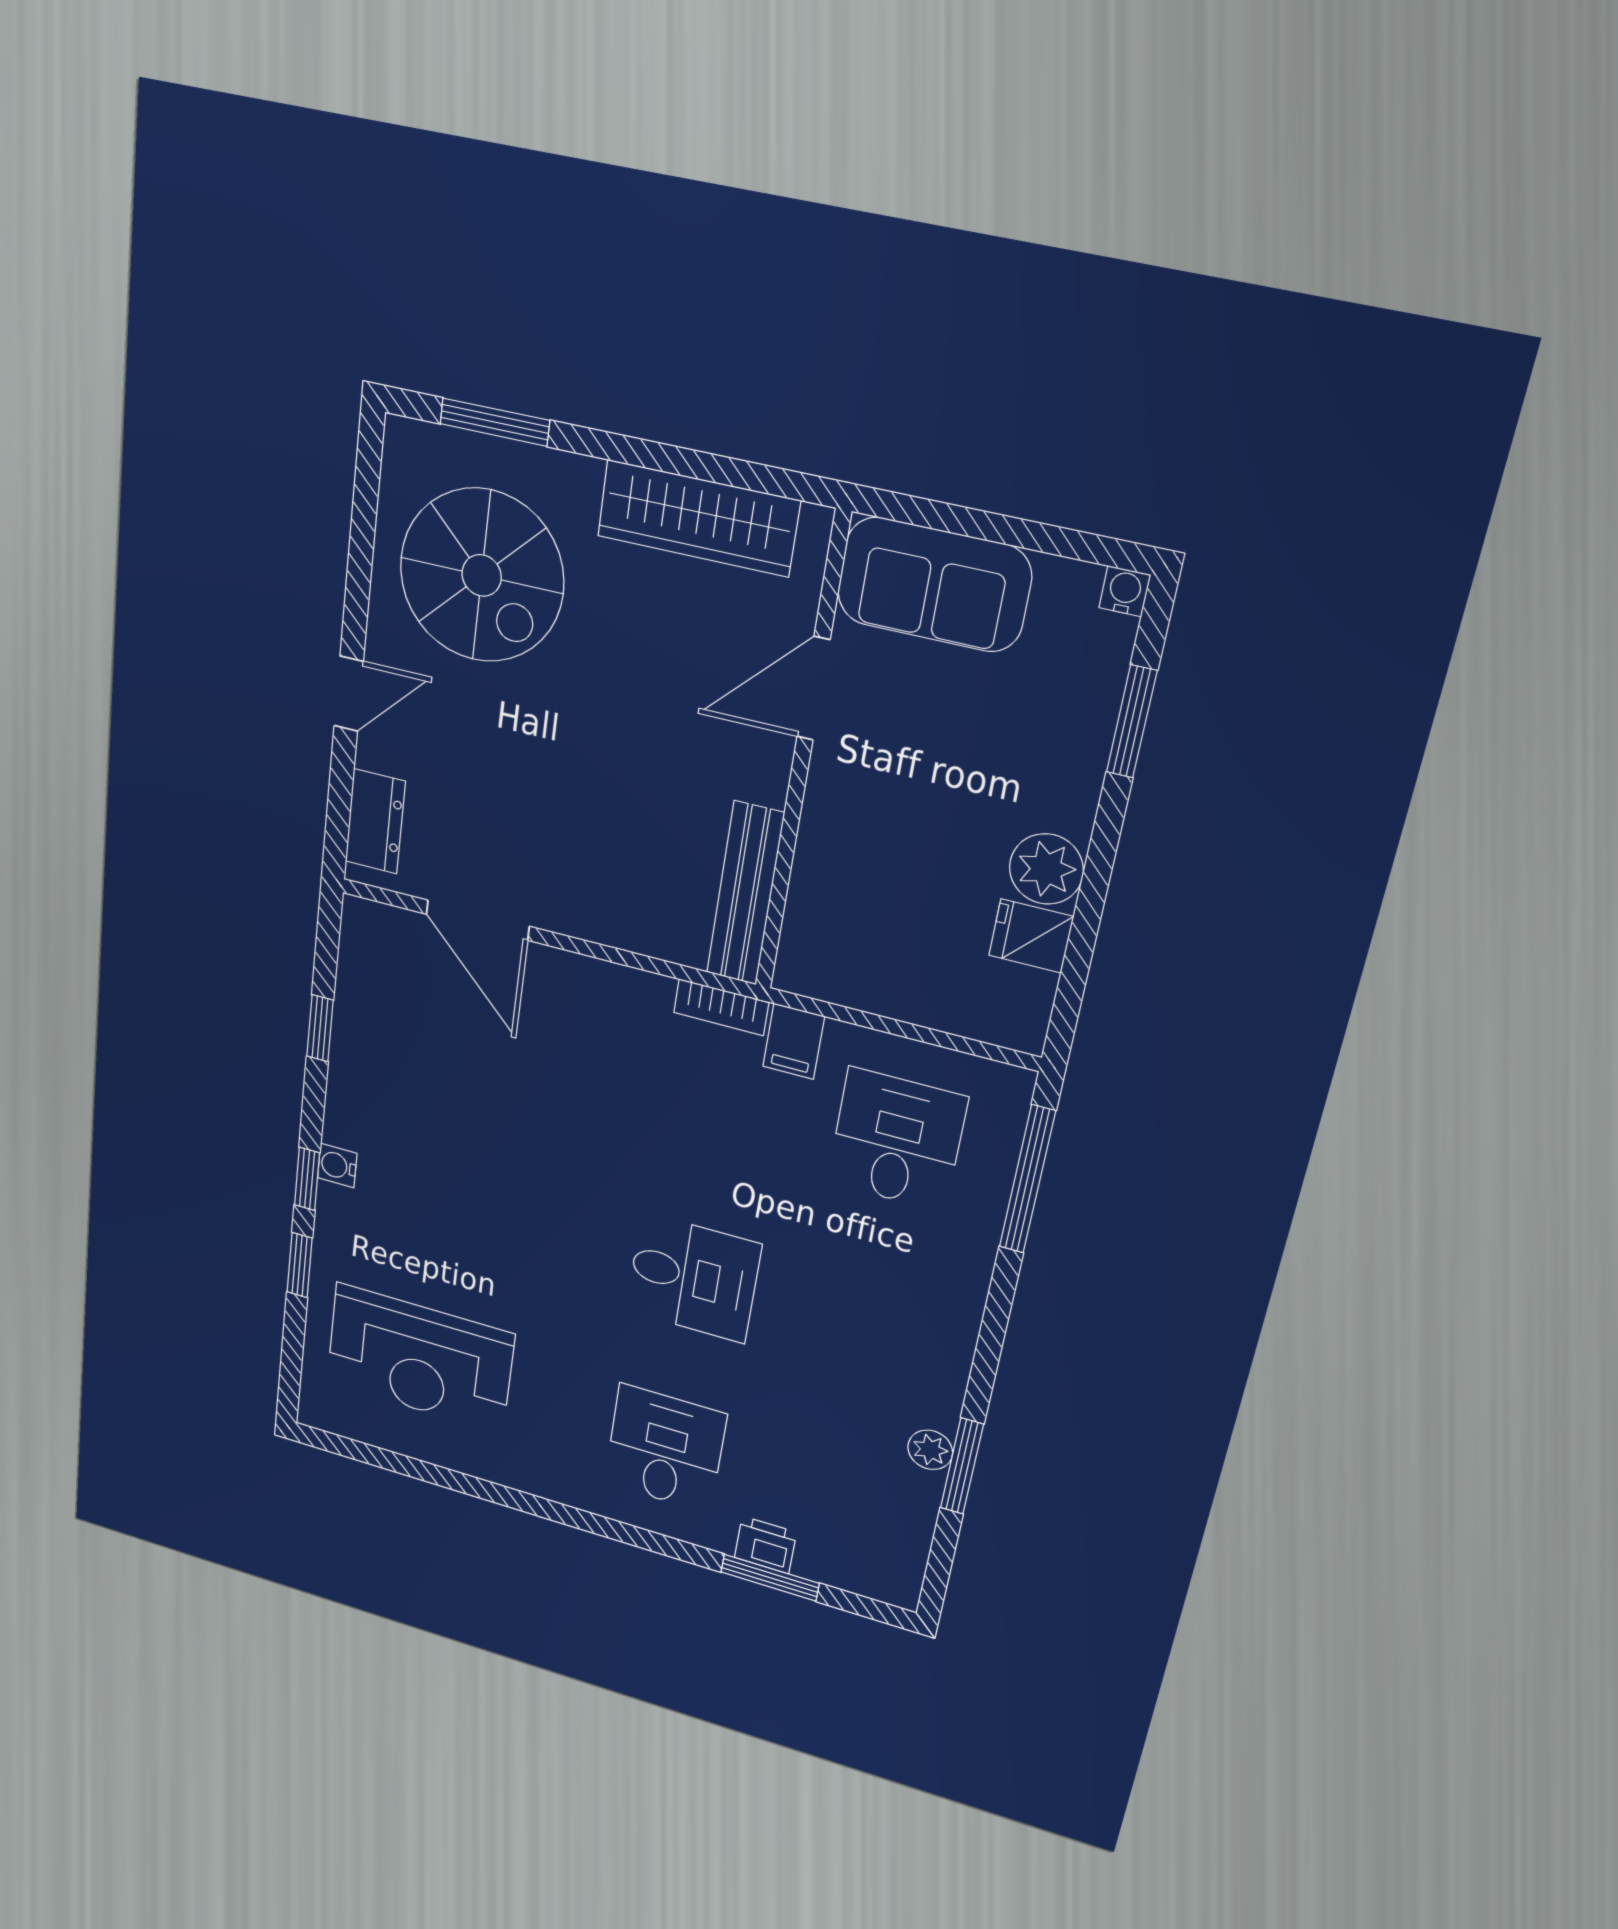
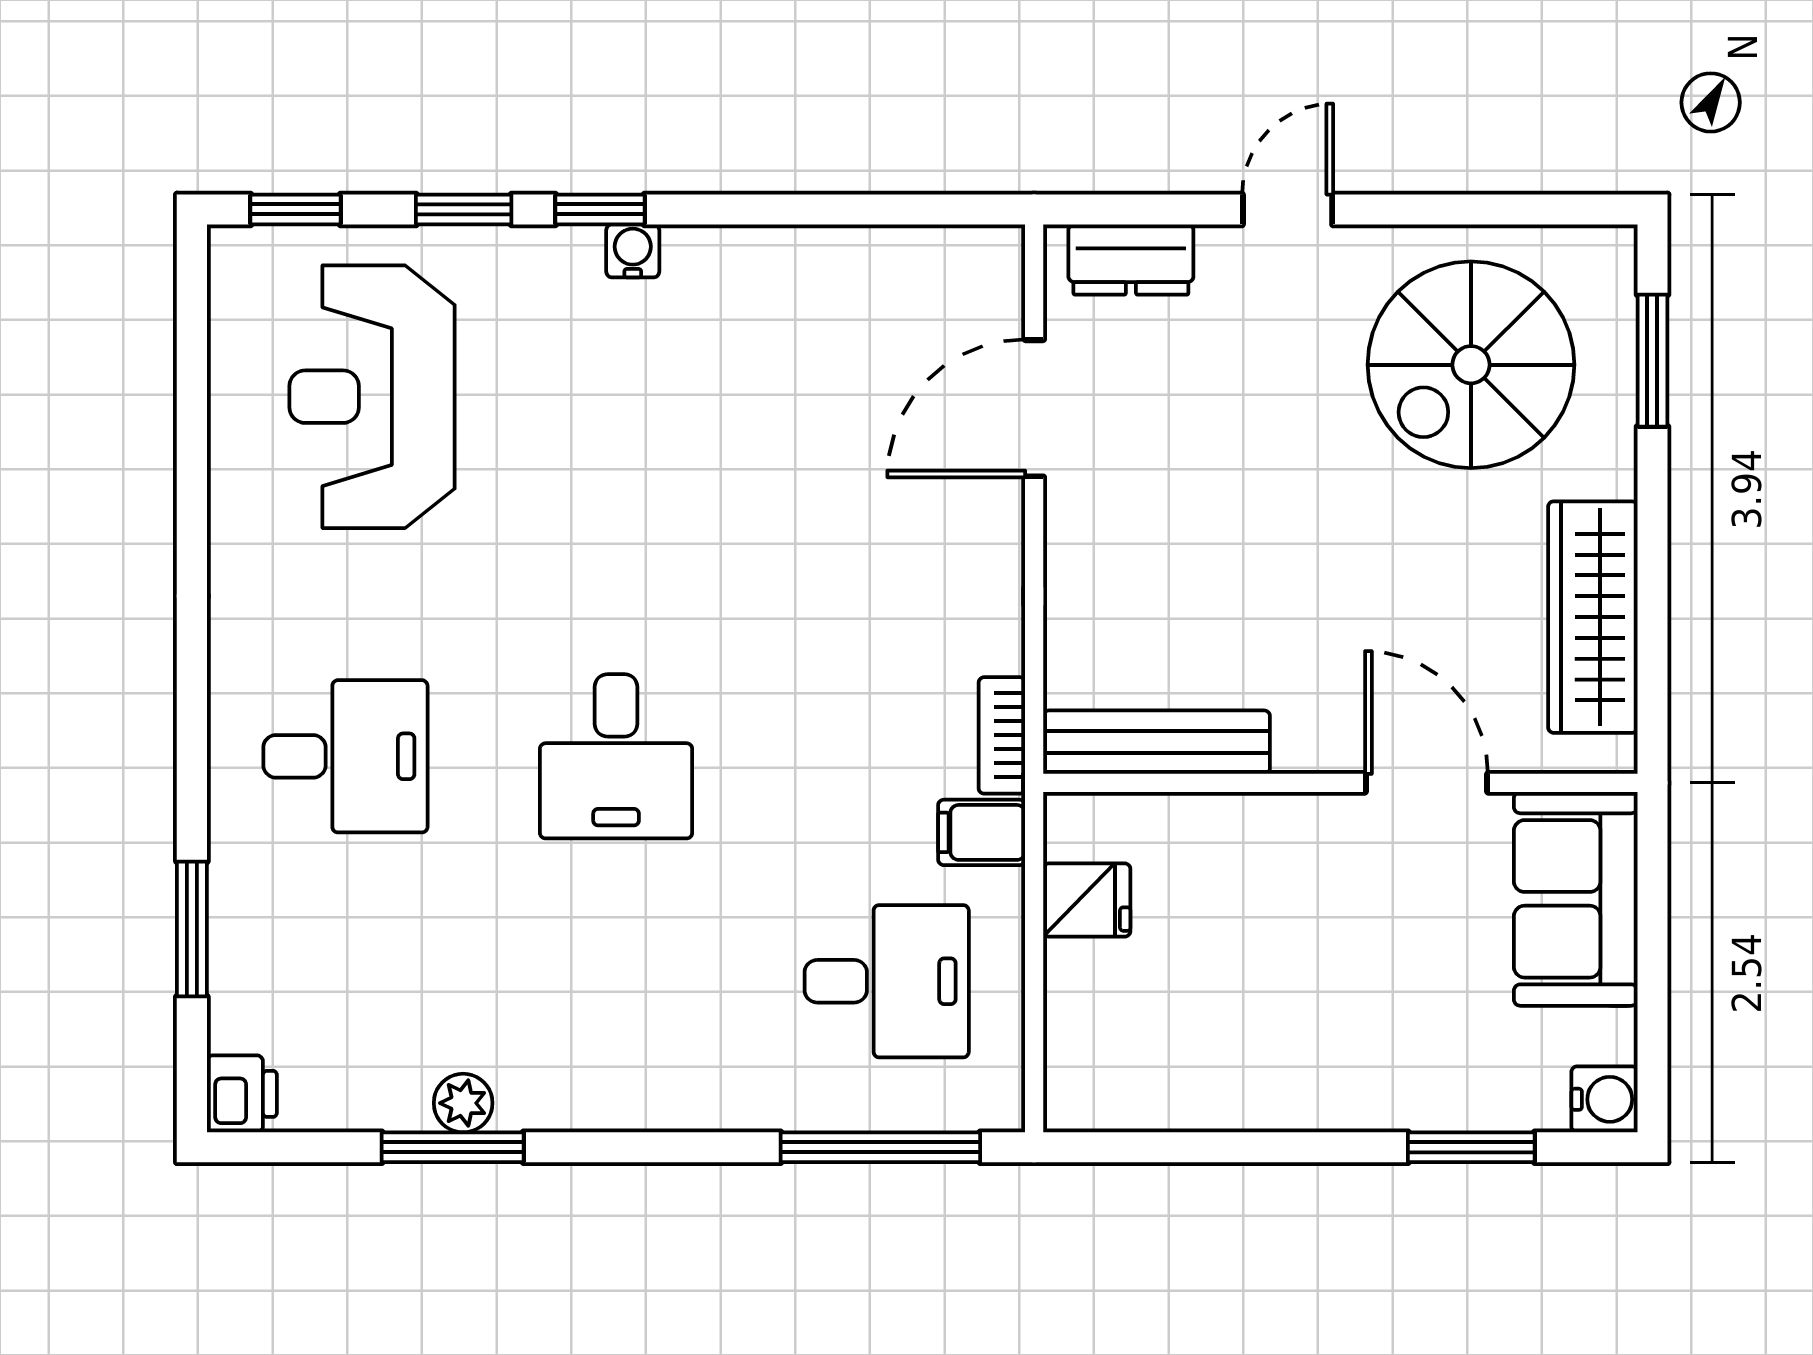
water cooler: (1125, 591) -> (1604, 1099), width x1.38, depth x1.38
door: (349, 694) -> (1288, 209), swing flipped
plant: (1046, 869) -> (1277, 1090), removed
fridge: (1031, 936) -> (1087, 900), moved, turned 90
window: (320, 1028) -> (295, 209), moved
printer: (765, 1545) -> (242, 1094), moved

